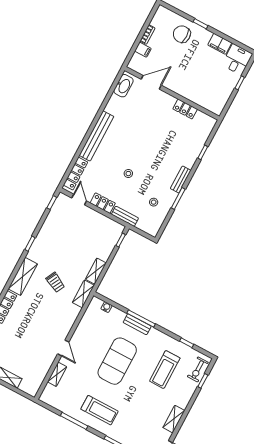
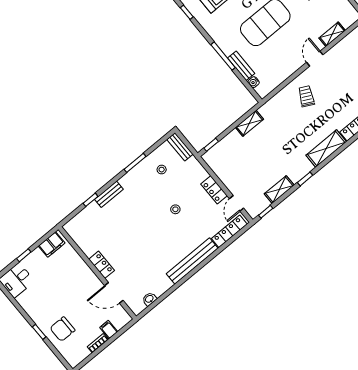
chair: (182, 34) -> (62, 329), turned 90
filing cabinet: (220, 44) -> (52, 244), moved, turned 90
washbasin: (123, 86) -> (149, 299), width x0.52, depth x0.69
locker: (185, 109) -> (102, 265), moved
bench: (181, 179) -> (109, 194), moved
bench: (125, 216) -> (180, 147), moved
trolley: (55, 282) -> (306, 96), moved
shelving: (83, 294) -> (279, 190), moved
bench: (137, 324) -> (241, 66), moved

